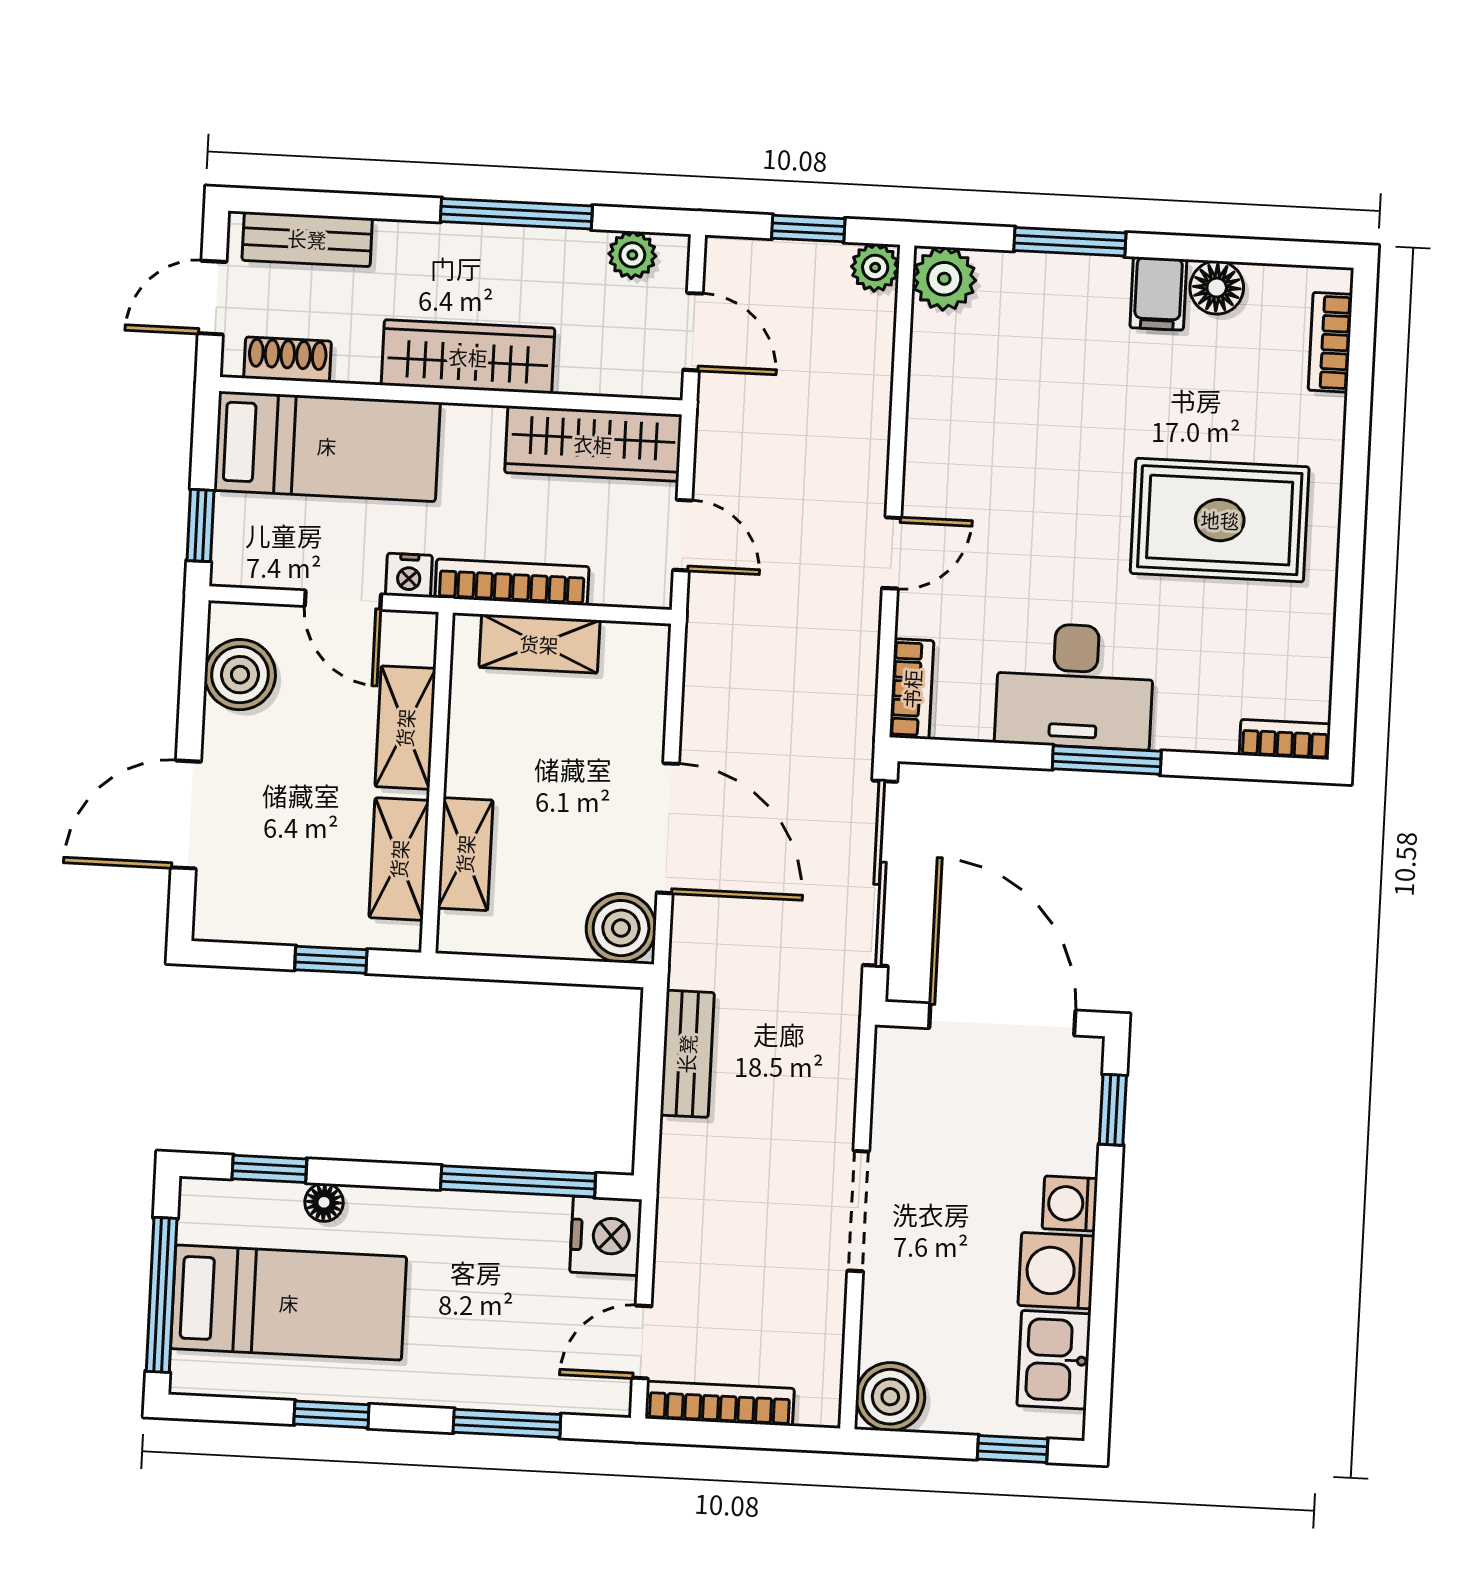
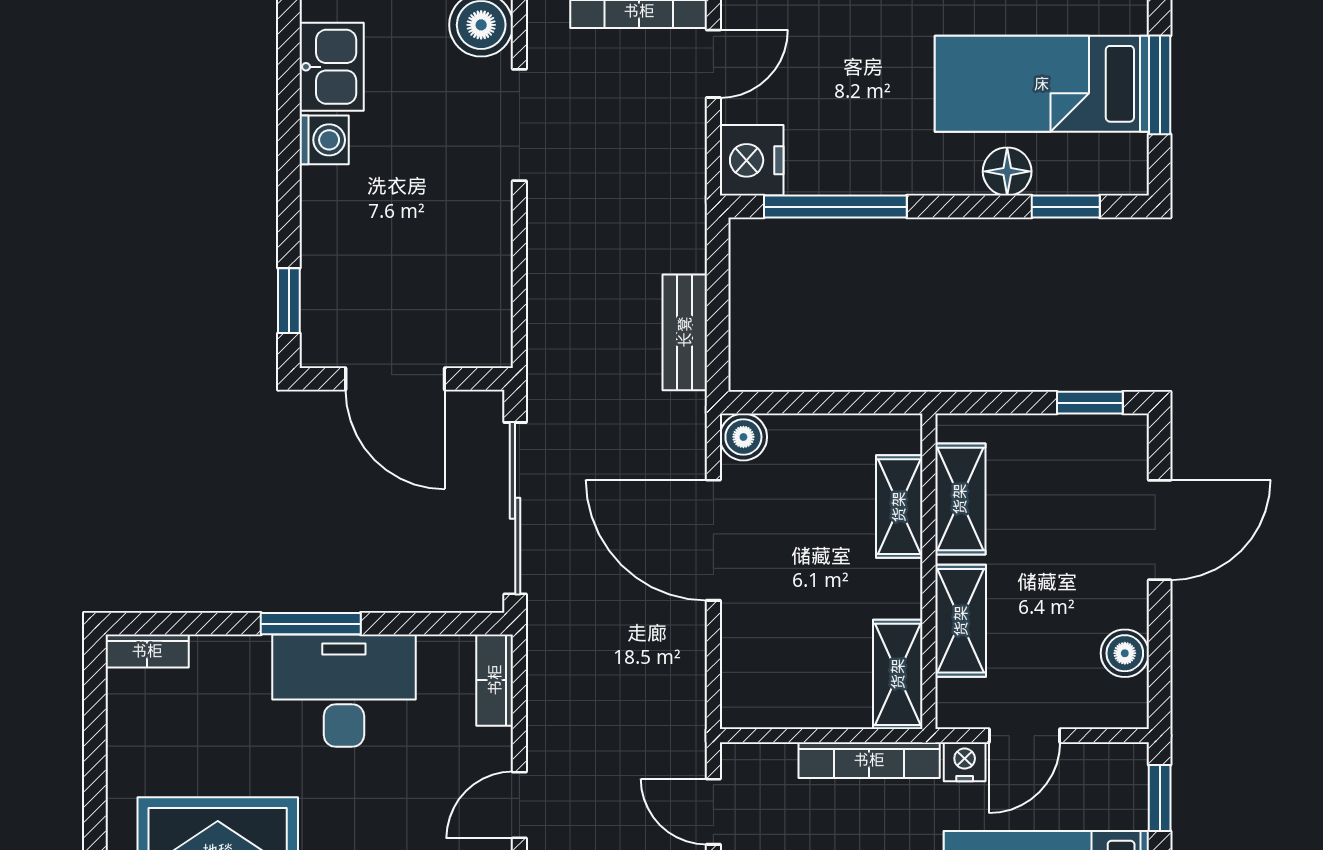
door: (343, 600) -> (1024, 736), swing flipped
shelving: (539, 644) -> (898, 674), moved, turned 90
boiler: (240, 675) -> (1125, 653), width x0.73, depth x0.73
boiler: (621, 928) -> (743, 437), width x0.73, depth x0.73
window: (331, 960) -> (1090, 403), moved
door: (1002, 1019) -> (395, 379), width x0.73
floor lamp: (324, 1202) -> (1007, 171), width x1.37, depth x1.37
washing machine: (1070, 1204) -> (324, 212), removed
doorway: (858, 1211) -> (519, 125), moved
washing machine: (1056, 1271) -> (324, 140), width x0.73, depth x0.73
window: (162, 1295) -> (1160, 85), width x0.69

